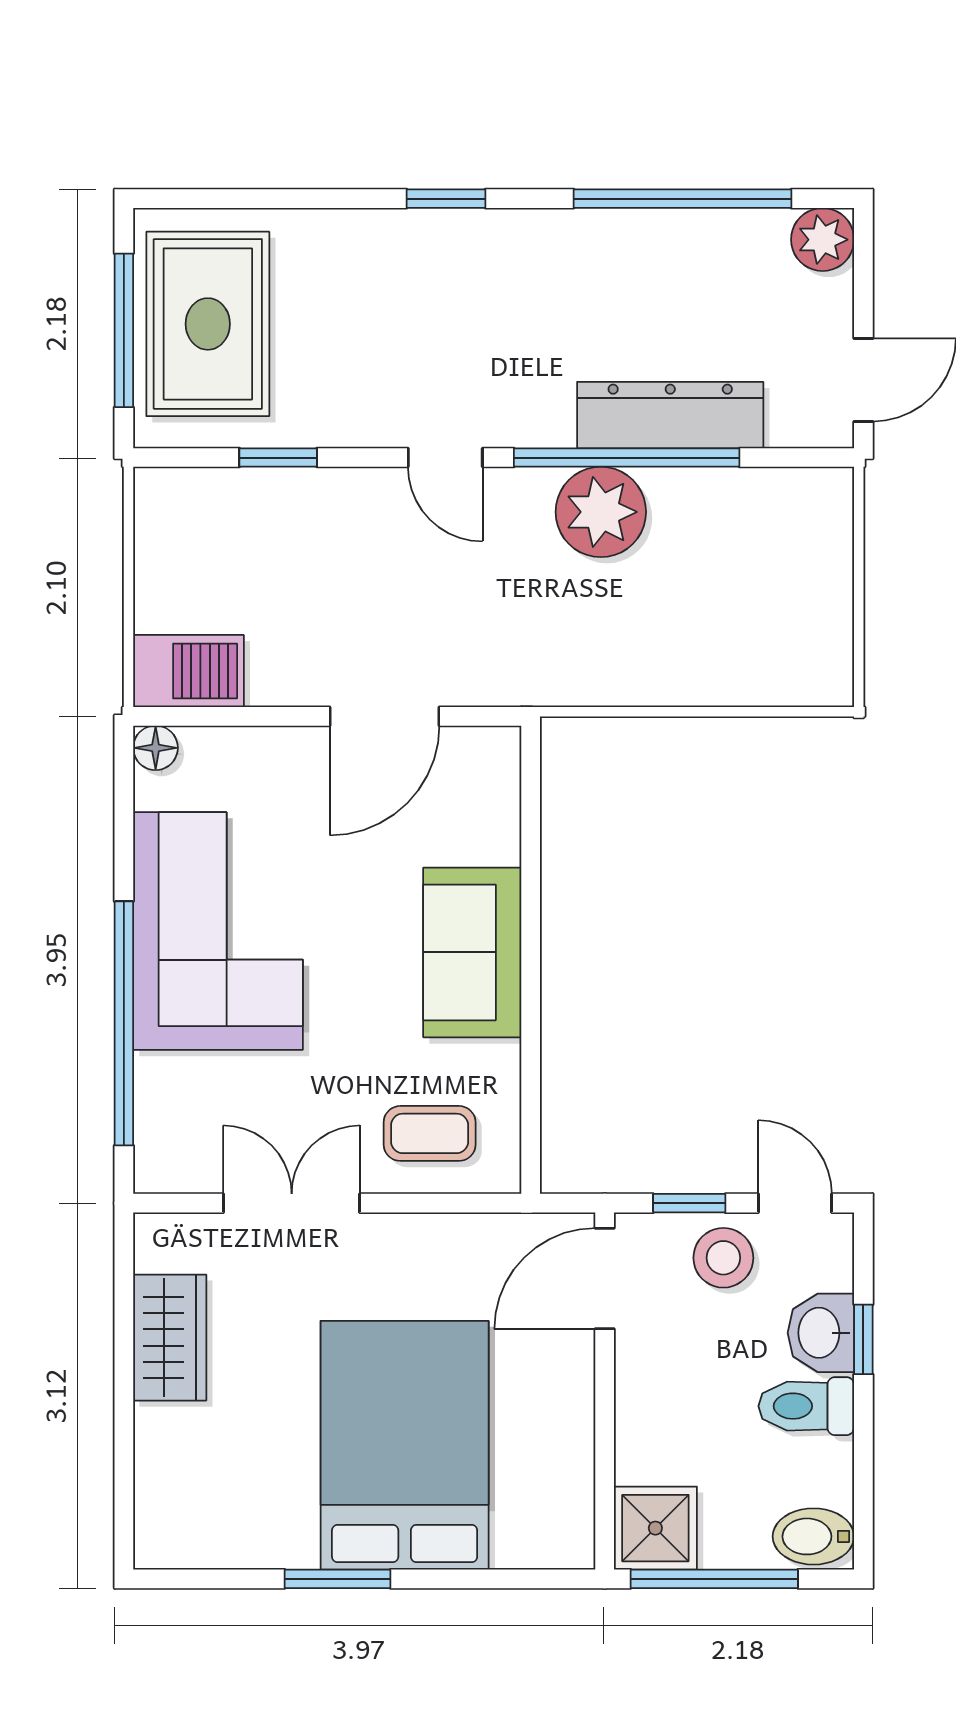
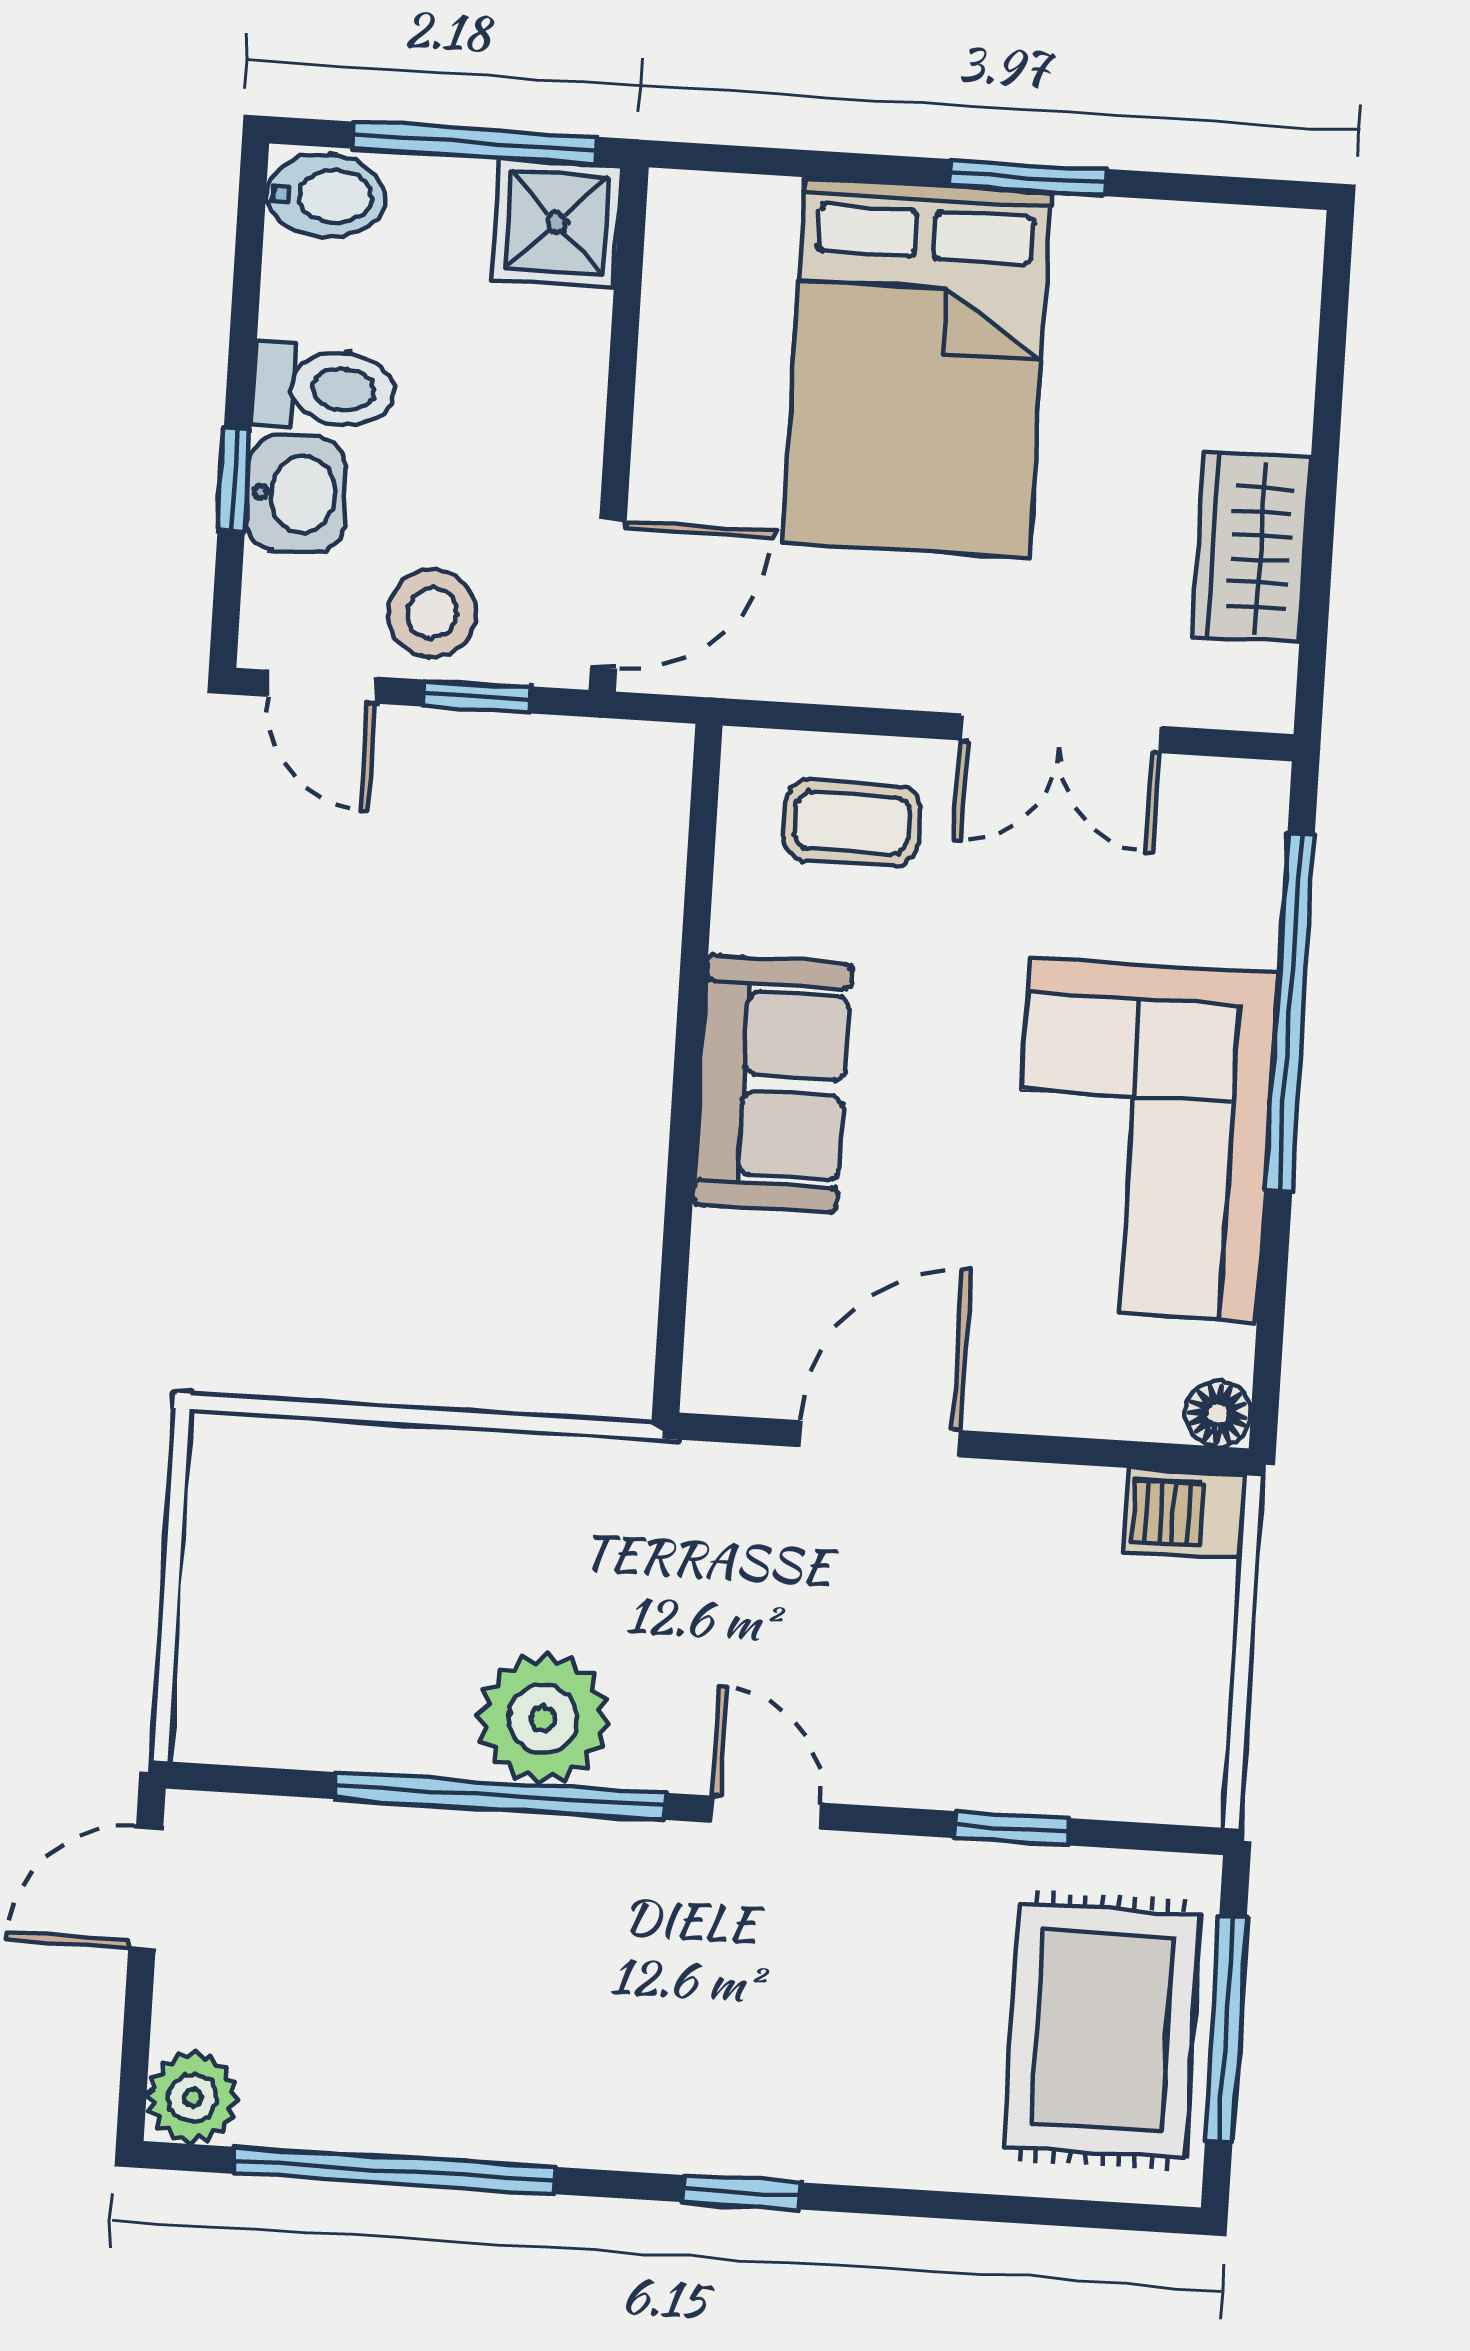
dresser: (670, 415) -> (432, 1854), removed
barbecue: (188, 671) -> (1186, 1514), width x0.73, depth x0.79

